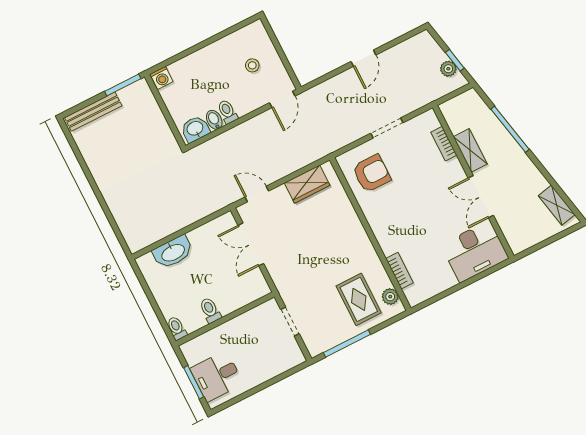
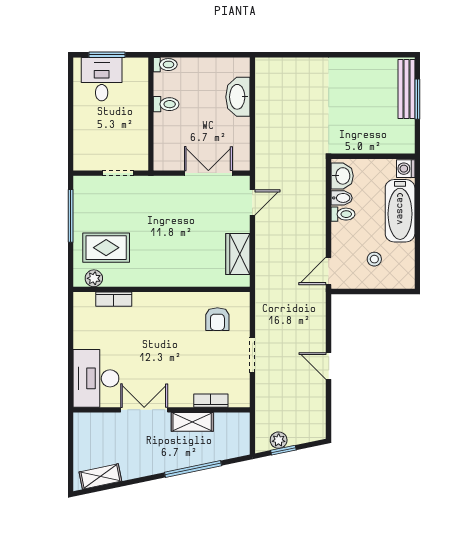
bathtub: (200, 64) -> (400, 211), added
window: (123, 85) -> (417, 99), moved
door: (282, 99) -> (329, 271), hinge flipped
armchair: (371, 173) -> (217, 319), width x0.72, depth x0.72

